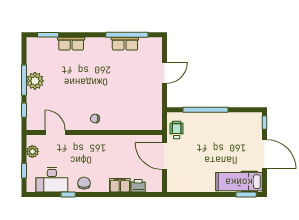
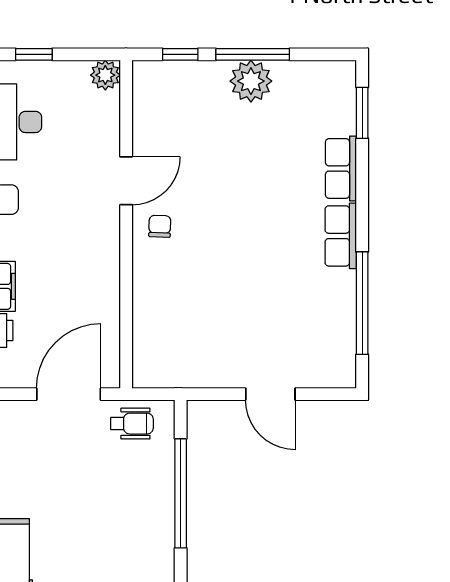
row of seats: (125, 44) -> (341, 236), moved
door: (55, 132) -> (126, 181), moved
plant: (32, 151) -> (105, 75), moved

